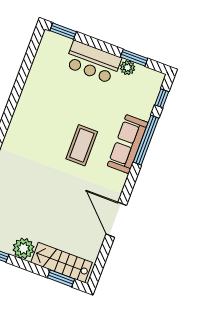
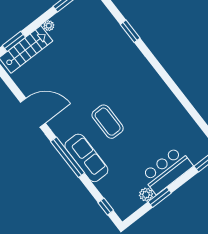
window: (134, 58) -> (160, 197), moved
window: (146, 140) -> (68, 157), moved
plant: (23, 248) -> (49, 26), width x0.53, depth x0.53

